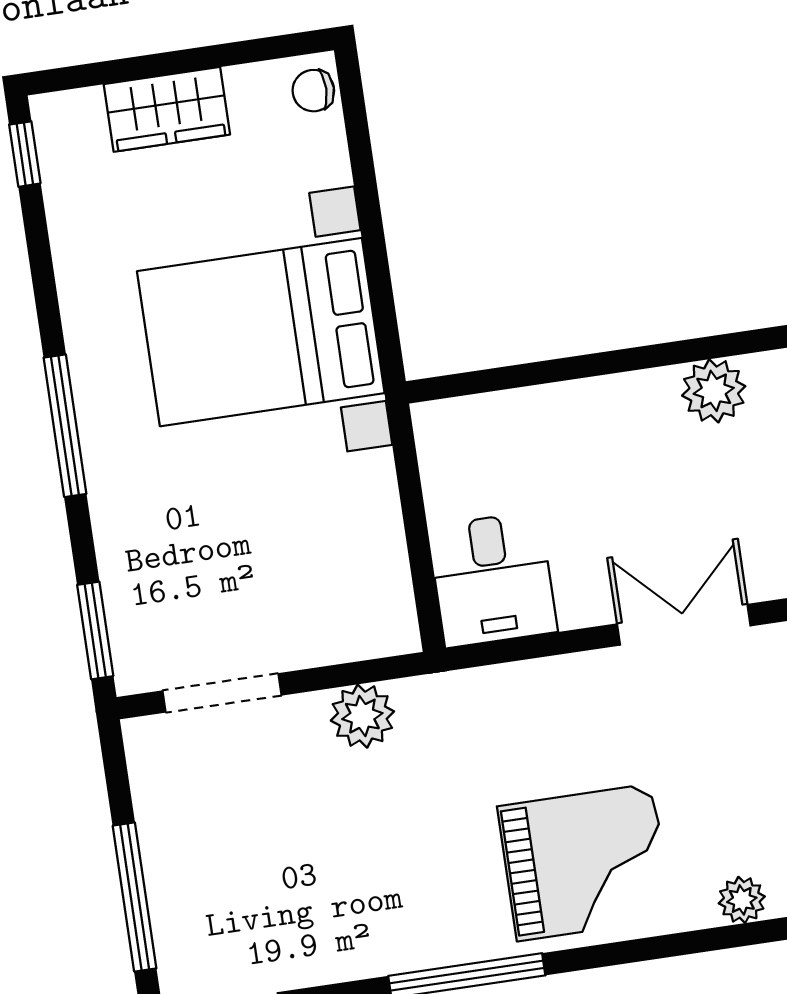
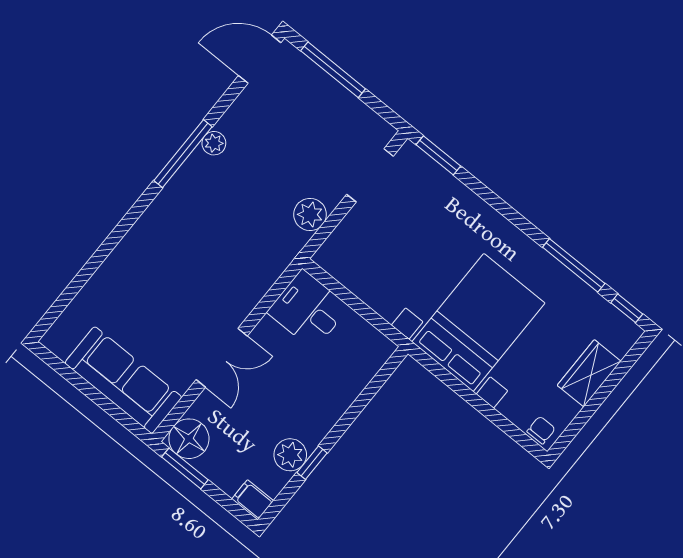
window: (692, 350) -> (312, 463), added
window: (65, 426) -> (574, 265), moved
grand piano: (585, 862) -> (178, 236), removed
plant: (742, 900) -> (214, 143), moved

